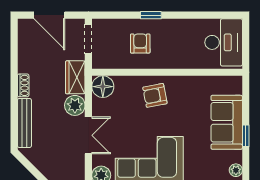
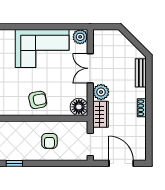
window: (151, 15) -> (14, 163), moved
bench: (24, 123) -> (141, 73), width x0.73

